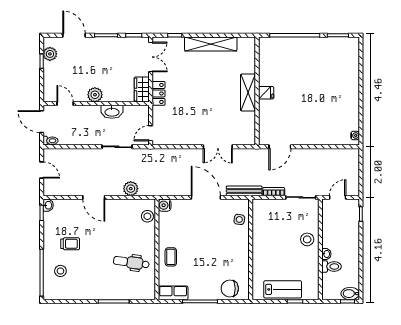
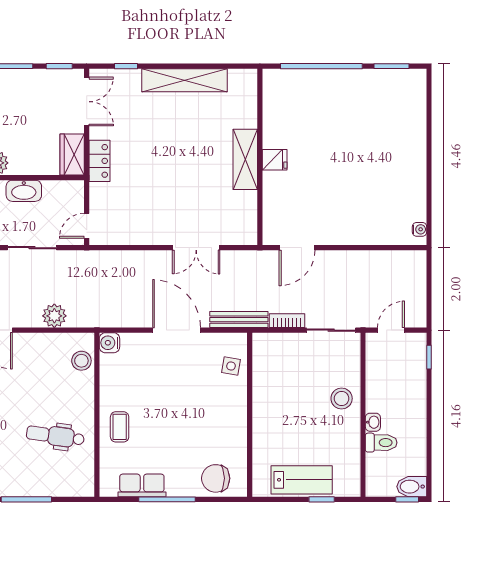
row of seats: (173, 293) -> (142, 485), moved

